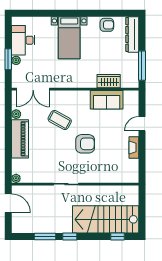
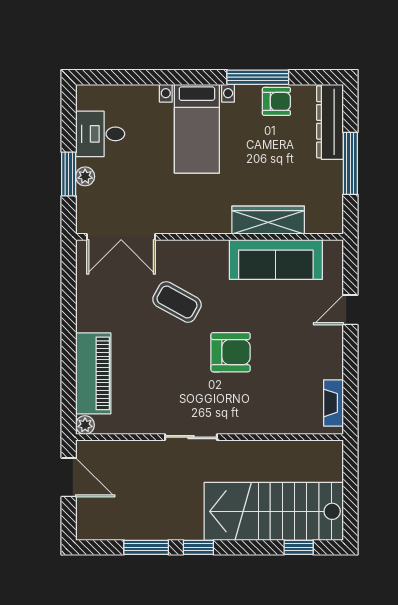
window: (98, 13) -> (258, 77), added
desk: (23, 40) -> (100, 134), width x0.73
window: (142, 66) -> (350, 163), moved
wardrobe: (109, 81) -> (268, 220), width x1.50
sofa: (107, 100) -> (276, 260), width x1.36
plant: (16, 114) -> (85, 290), removed
piano: (20, 139) -> (93, 373), moved
fireplace: (134, 148) -> (333, 403), moved

